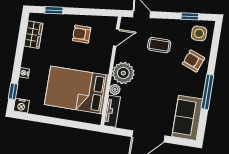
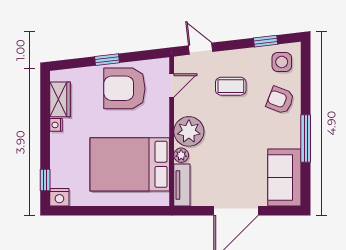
window: (54, 10) -> (107, 60), moved
armchair: (82, 34) -> (124, 88), width x1.88, depth x1.88
nightstand: (24, 73) -> (56, 125), moved

